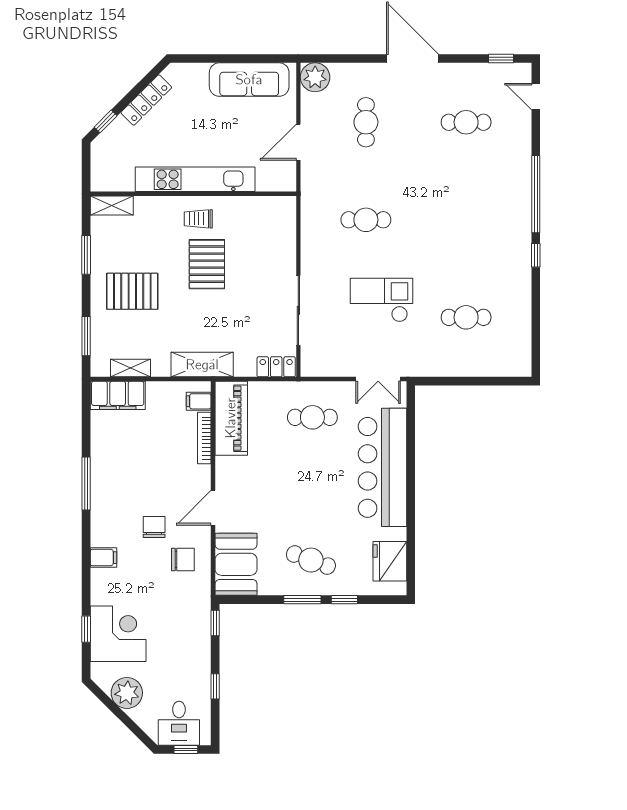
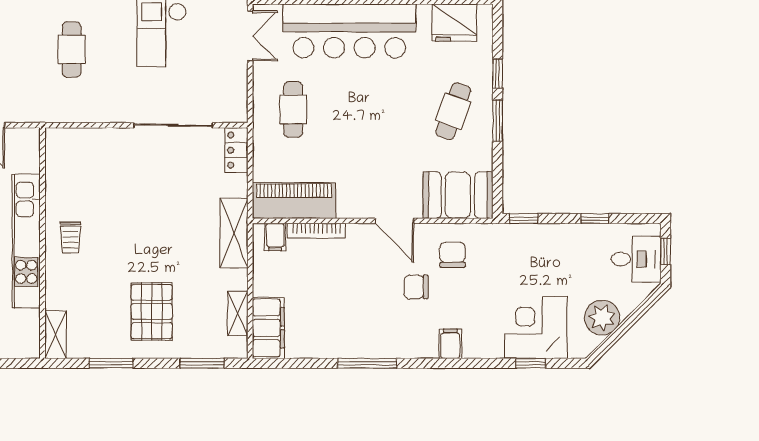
pallet: (207, 264) -> (121, 228), removed

